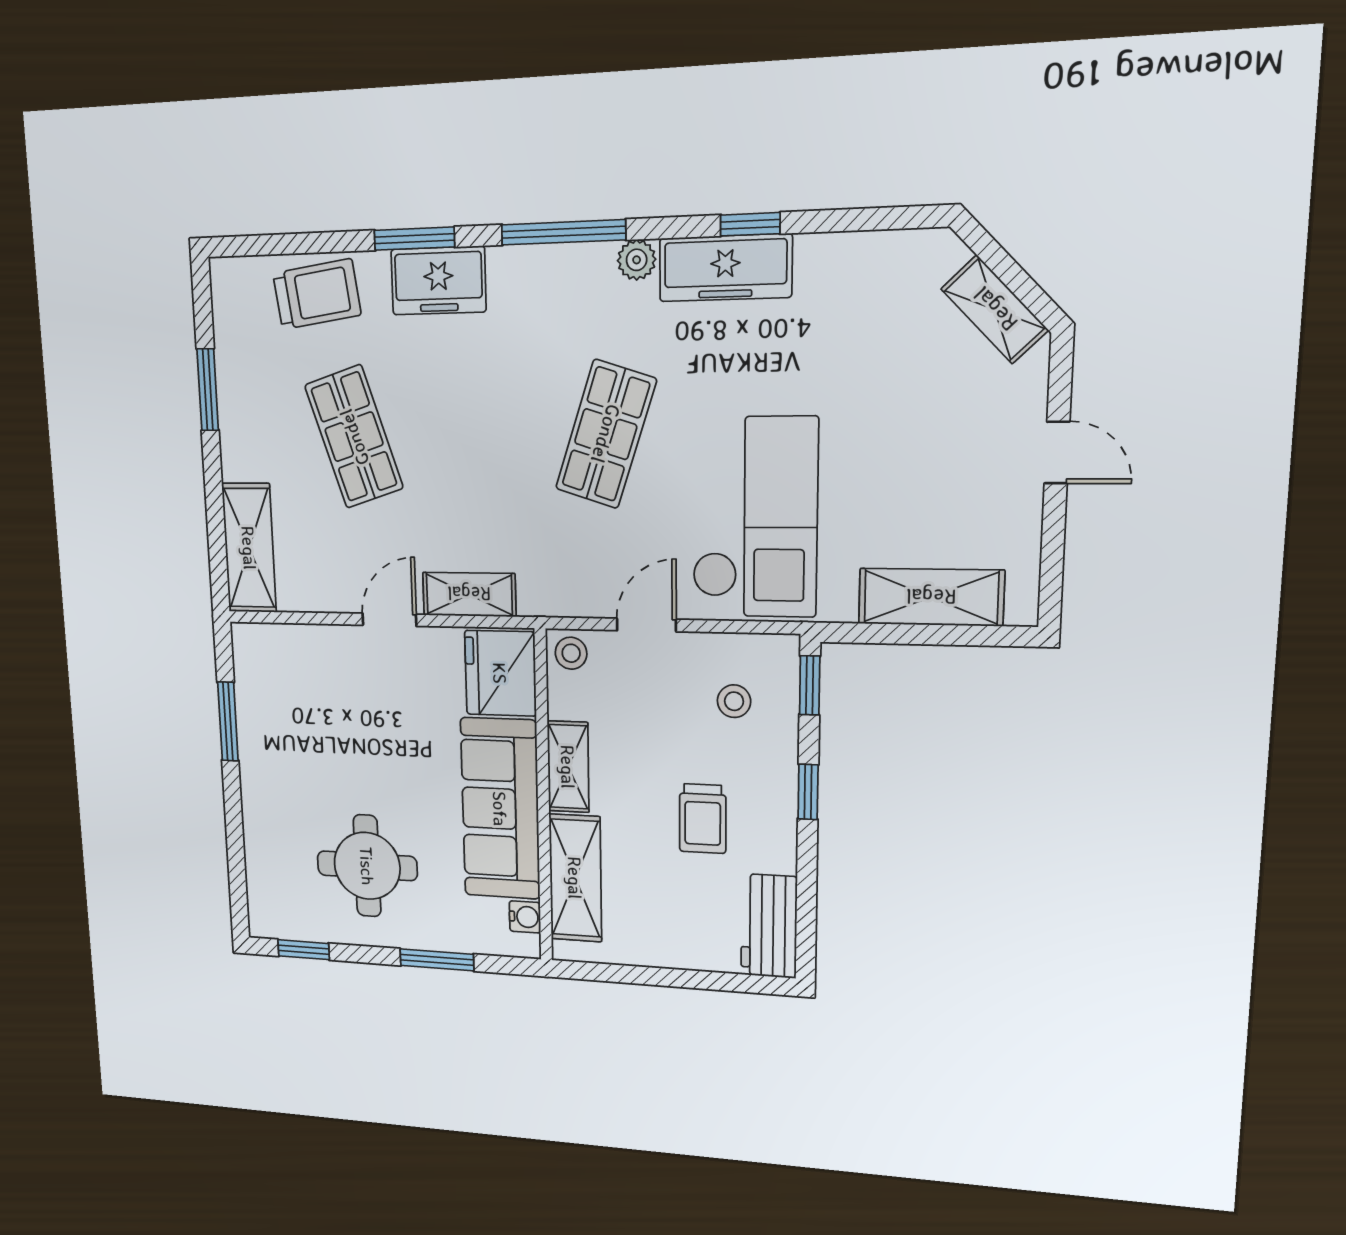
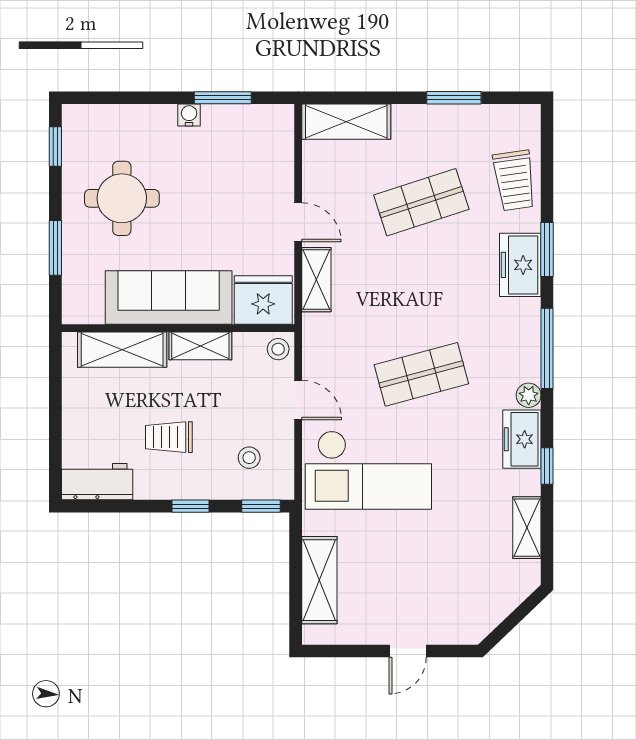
freezer: (725, 268) -> (522, 439), width x0.71
shelving: (995, 309) -> (527, 528), moved, turned -46
shop shelf: (606, 434) -> (421, 374), turned -33
water cooler: (525, 917) -> (189, 115), moved, turned 180

